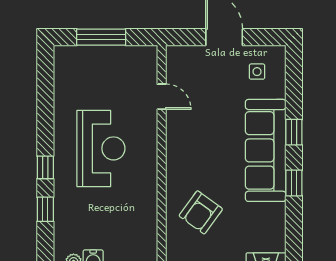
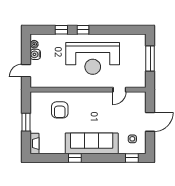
window: (294, 132) -> (132, 158), moved
reception desk: (101, 148) -> (93, 58), width x1.36, depth x1.30
armchair: (201, 212) -> (60, 110), turned -126

